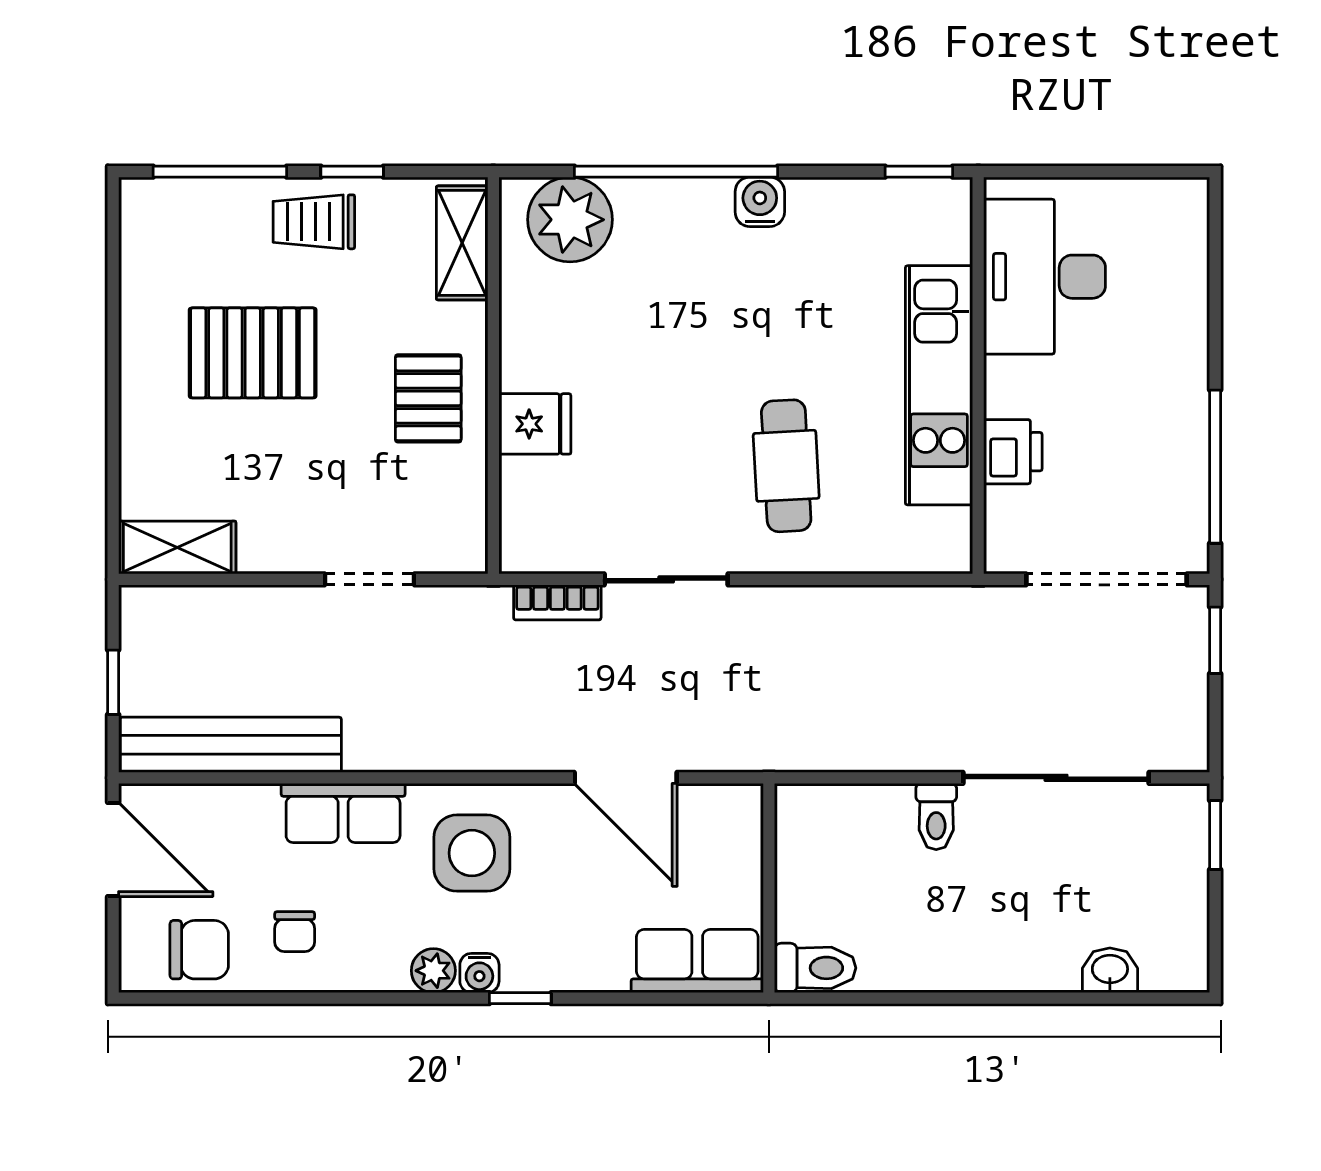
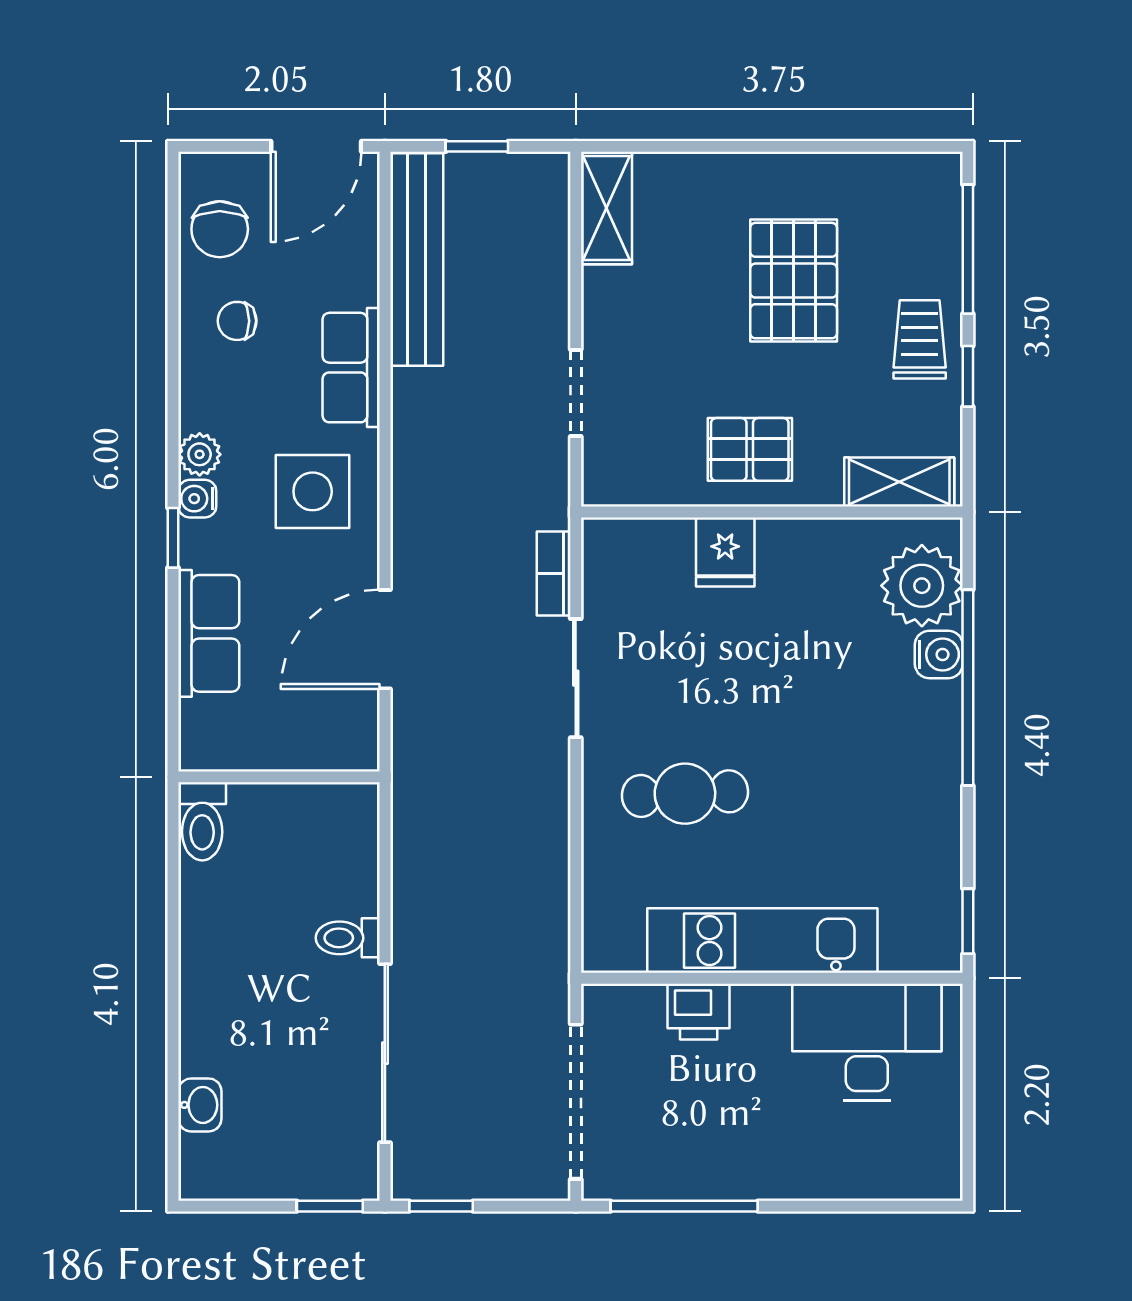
water cooler: (760, 202) -> (939, 654), moved
window: (1215, 640) -> (441, 1206), moved
row of seats: (697, 961) -> (209, 633), moved

